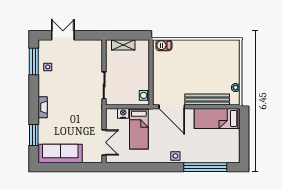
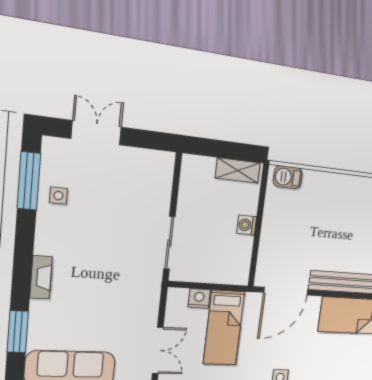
shelving: (123, 45) -> (238, 170), moved
washing machine: (144, 95) -> (247, 225), moved
door: (172, 107) -> (286, 291), hinge flipped

